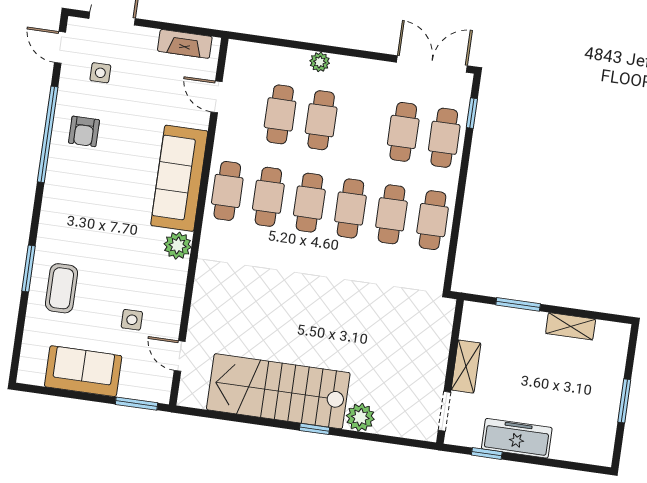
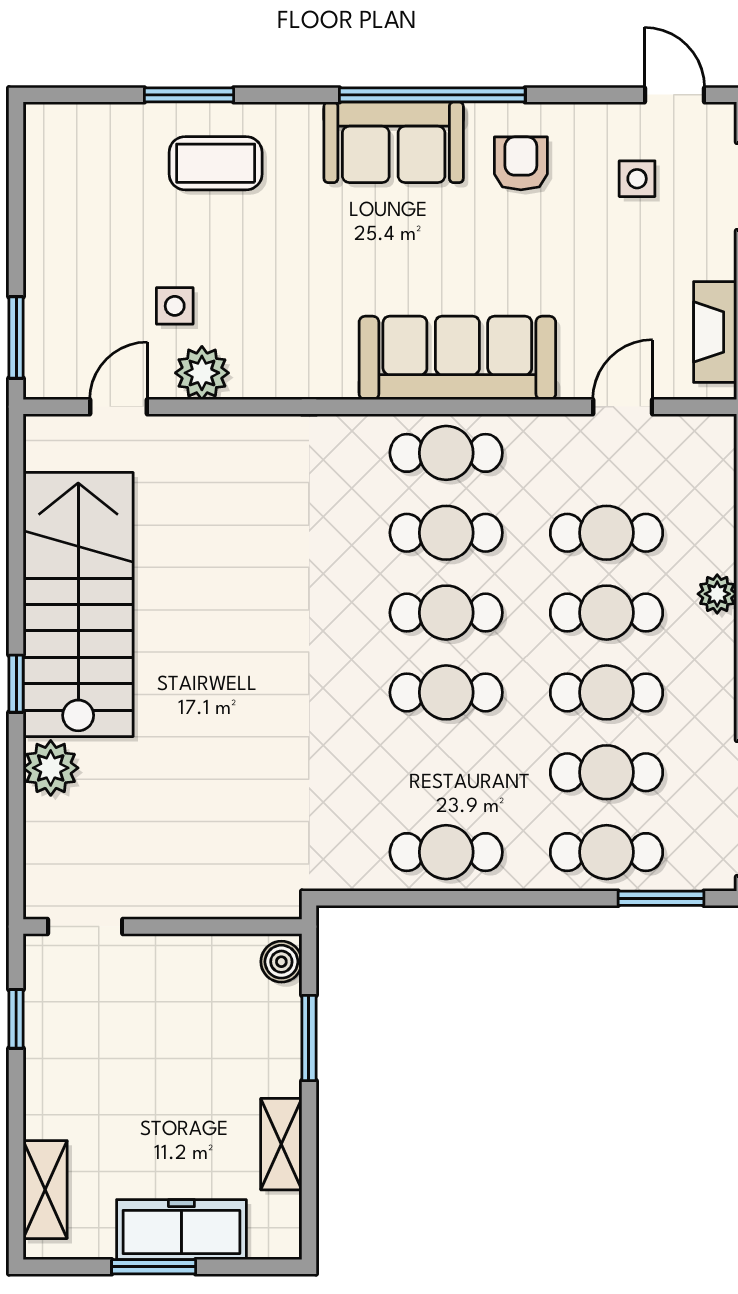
door: (60, 47) -> (674, 95), hinge flipped
window: (472, 113) -> (661, 898), width x1.50
armchair: (84, 131) -> (521, 163), turned 90
window: (48, 134) -> (432, 95), moved
cafe table: (391, 214) -> (607, 692), moved
plant: (178, 246) -> (202, 373), moved
window: (29, 269) -> (189, 95), moved
boiler: (477, 313) -> (281, 962), added
shelving: (466, 367) -> (45, 1190), moved, turned 90
sofa: (83, 371) -> (394, 142), moved, turned 90
freezer: (517, 438) -> (181, 1230), moved, turned -90

